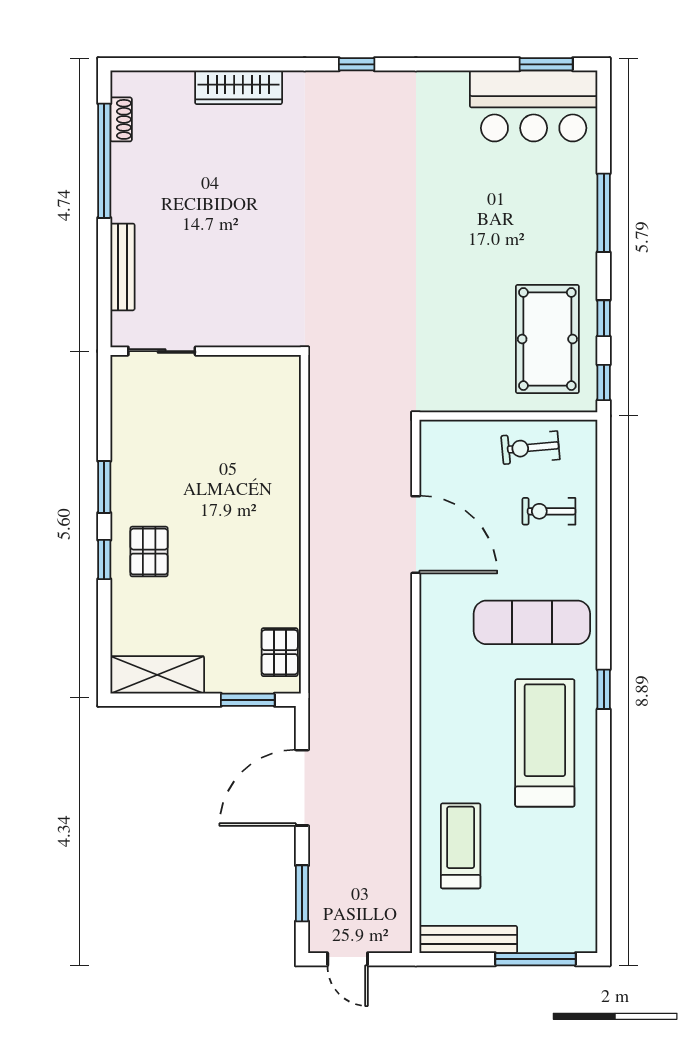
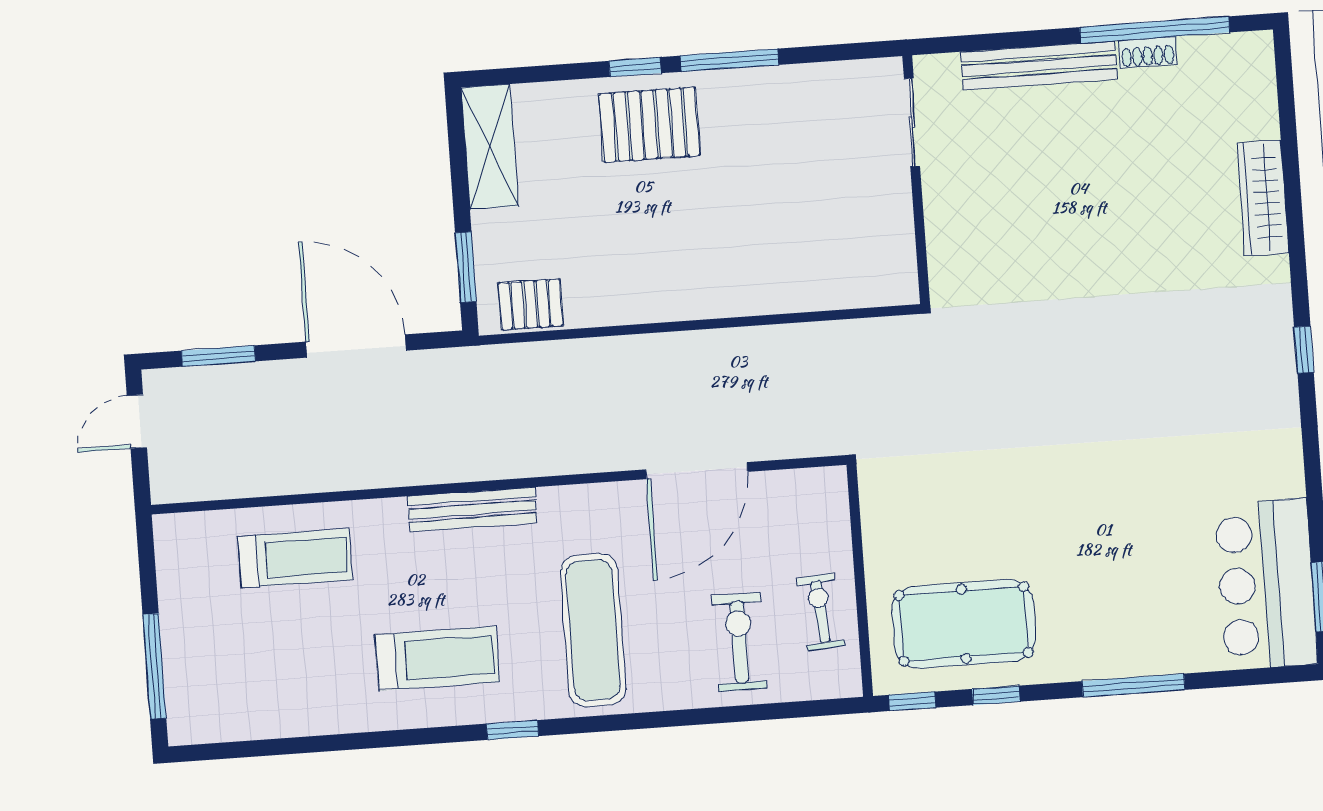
shoe rack: (121, 119) -> (1148, 52), moved
bench: (123, 267) -> (1039, 65), width x1.37, depth x1.21
window: (104, 487) -> (730, 60), width x1.44
exercise bike: (549, 511) -> (739, 642), width x1.38, depth x1.39
pallet: (149, 552) -> (650, 125), width x1.50, depth x1.42
treadmill: (545, 743) -> (437, 658), width x0.73, depth x0.73
bench: (468, 939) -> (472, 509), moved, turned 90

